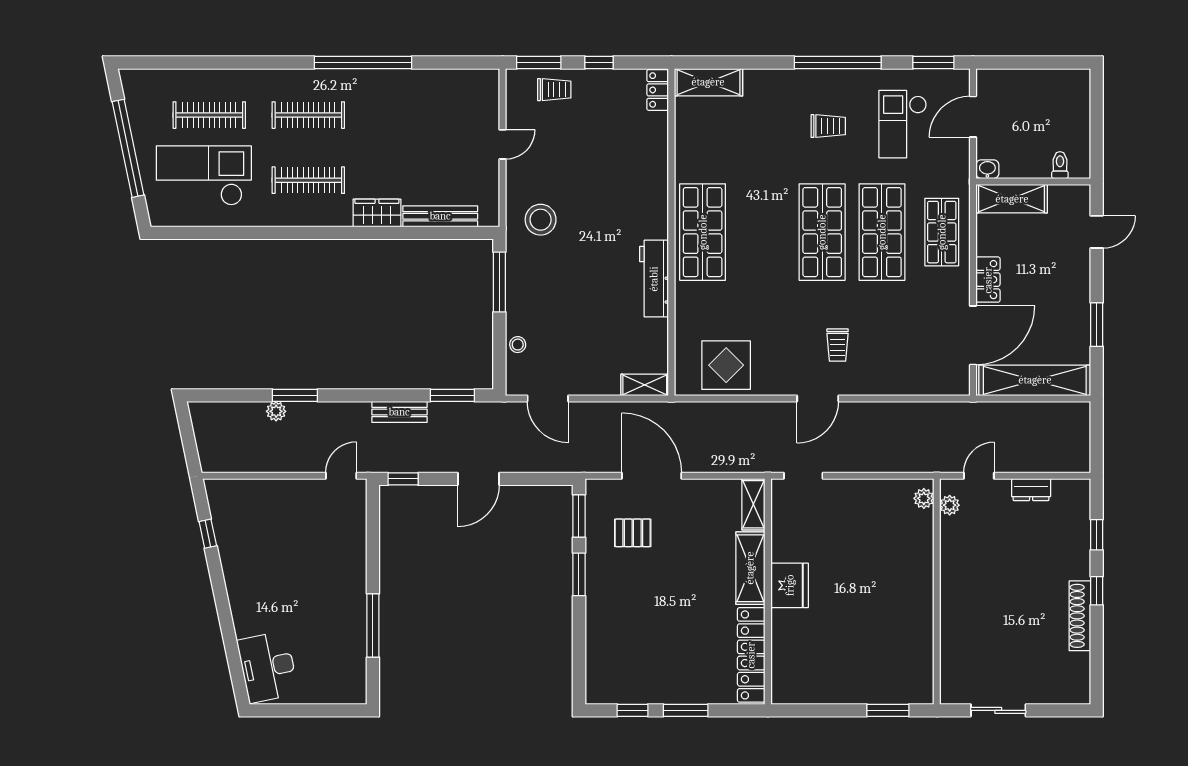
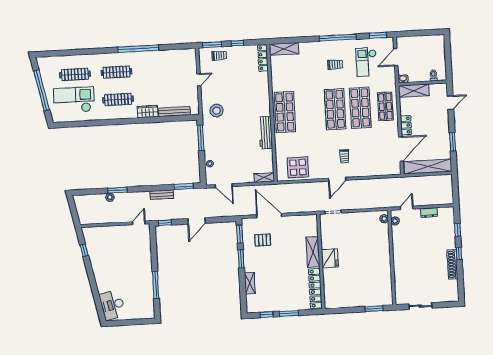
locker: (658, 90) -> (263, 58), width x1.53
shelving: (753, 504) -> (250, 283), moved

